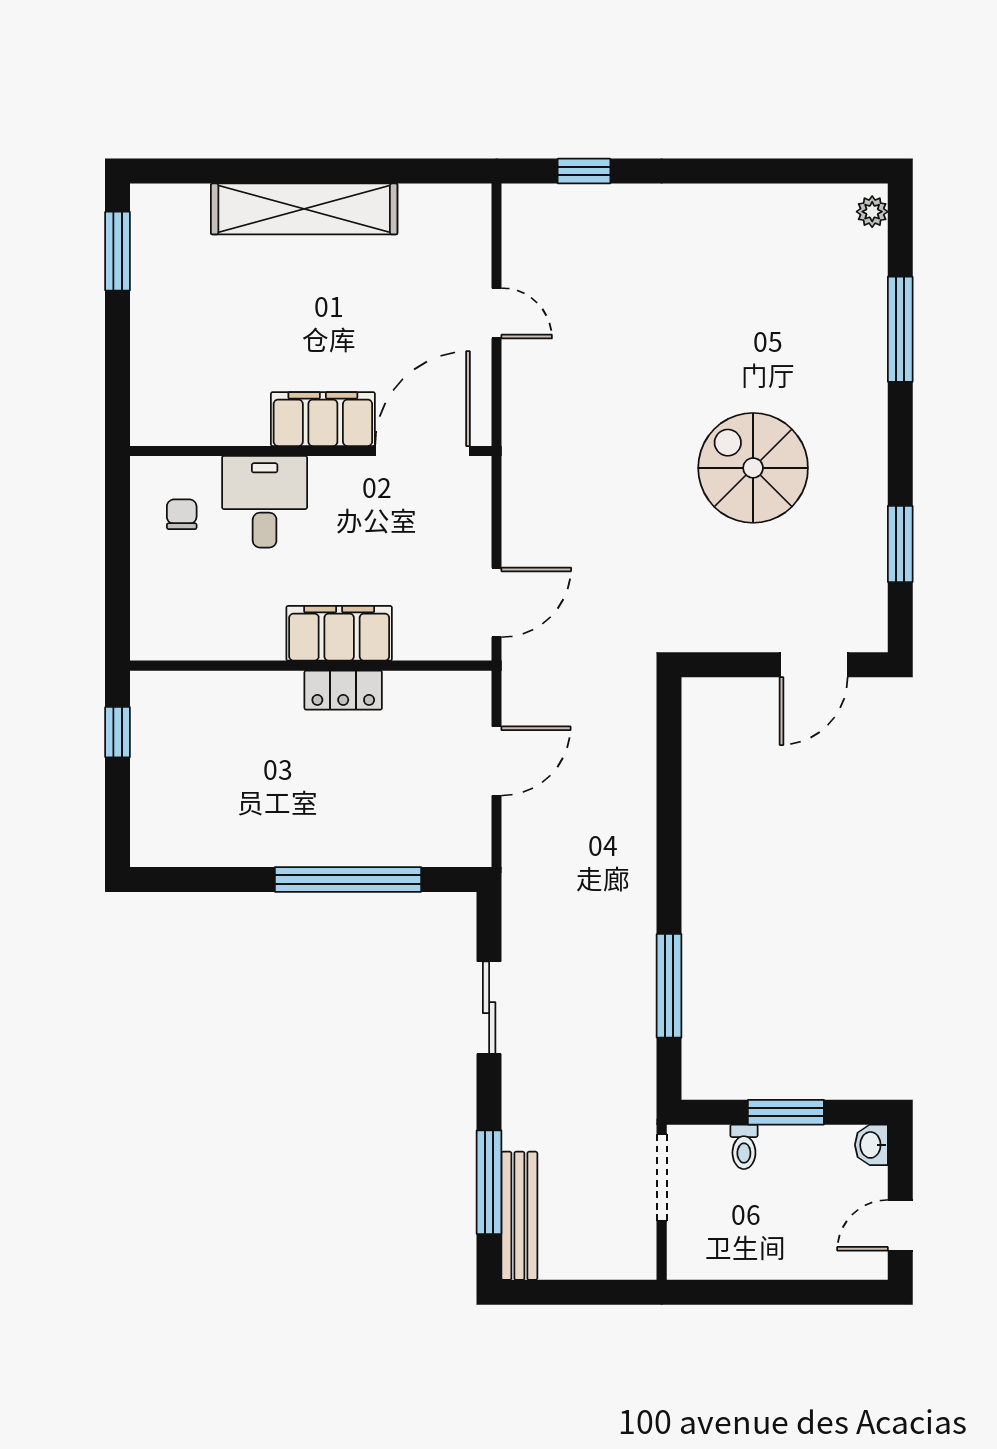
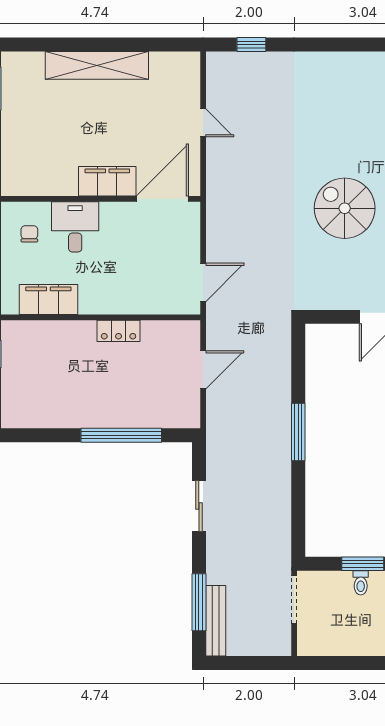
filing cabinet: (339, 633) -> (48, 299), moved
window: (669, 986) -> (298, 432), moved
toilet: (744, 1147) -> (361, 583), moved

